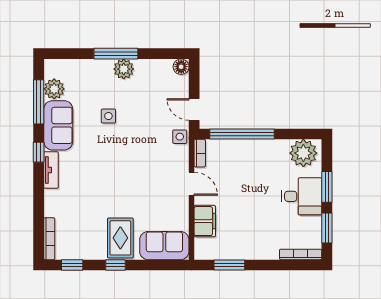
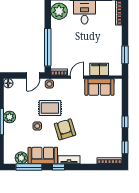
armchair: (103, 163) -> (65, 129), added
rug: (120, 238) -> (50, 108), moved
sofa: (164, 246) -> (99, 87), moved, turned -90

